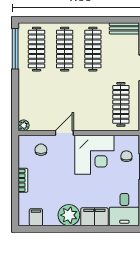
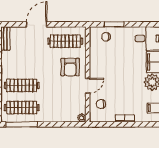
clothes rail: (93, 49) -> (22, 63), removed
armchair: (88, 111) -> (70, 67), added
door: (64, 133) -> (88, 86), swing flipped
corner desk: (94, 155) -> (105, 62), removed

